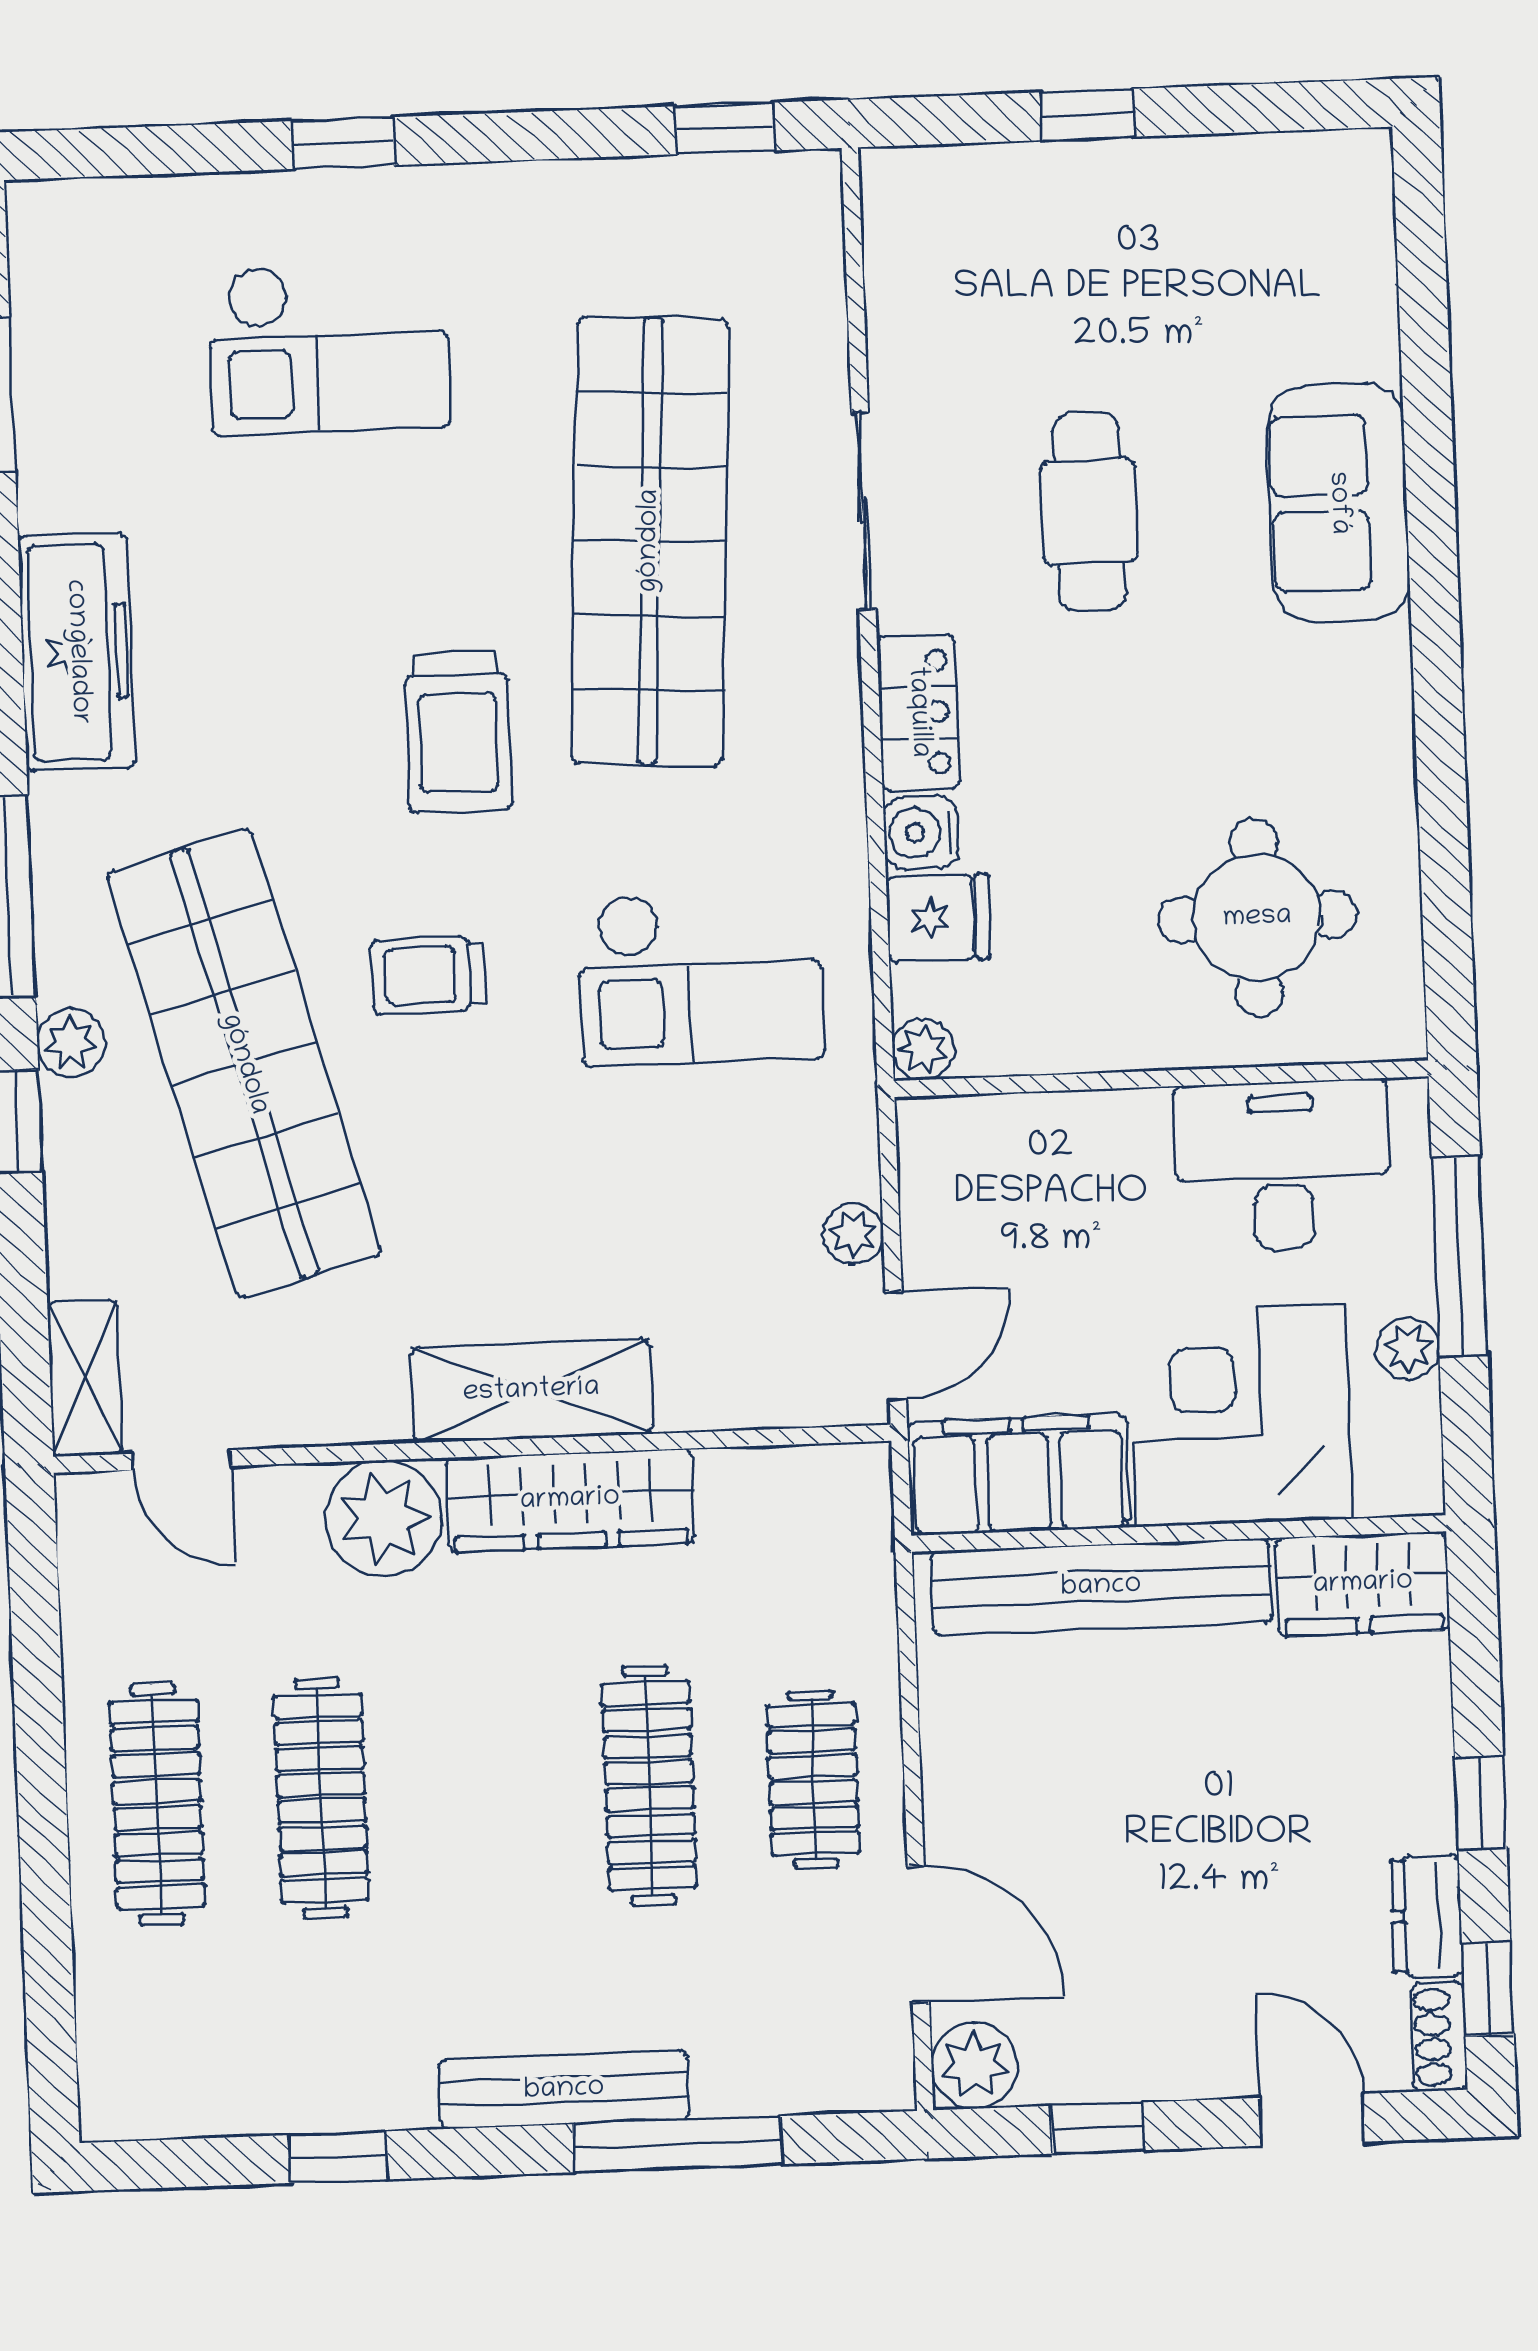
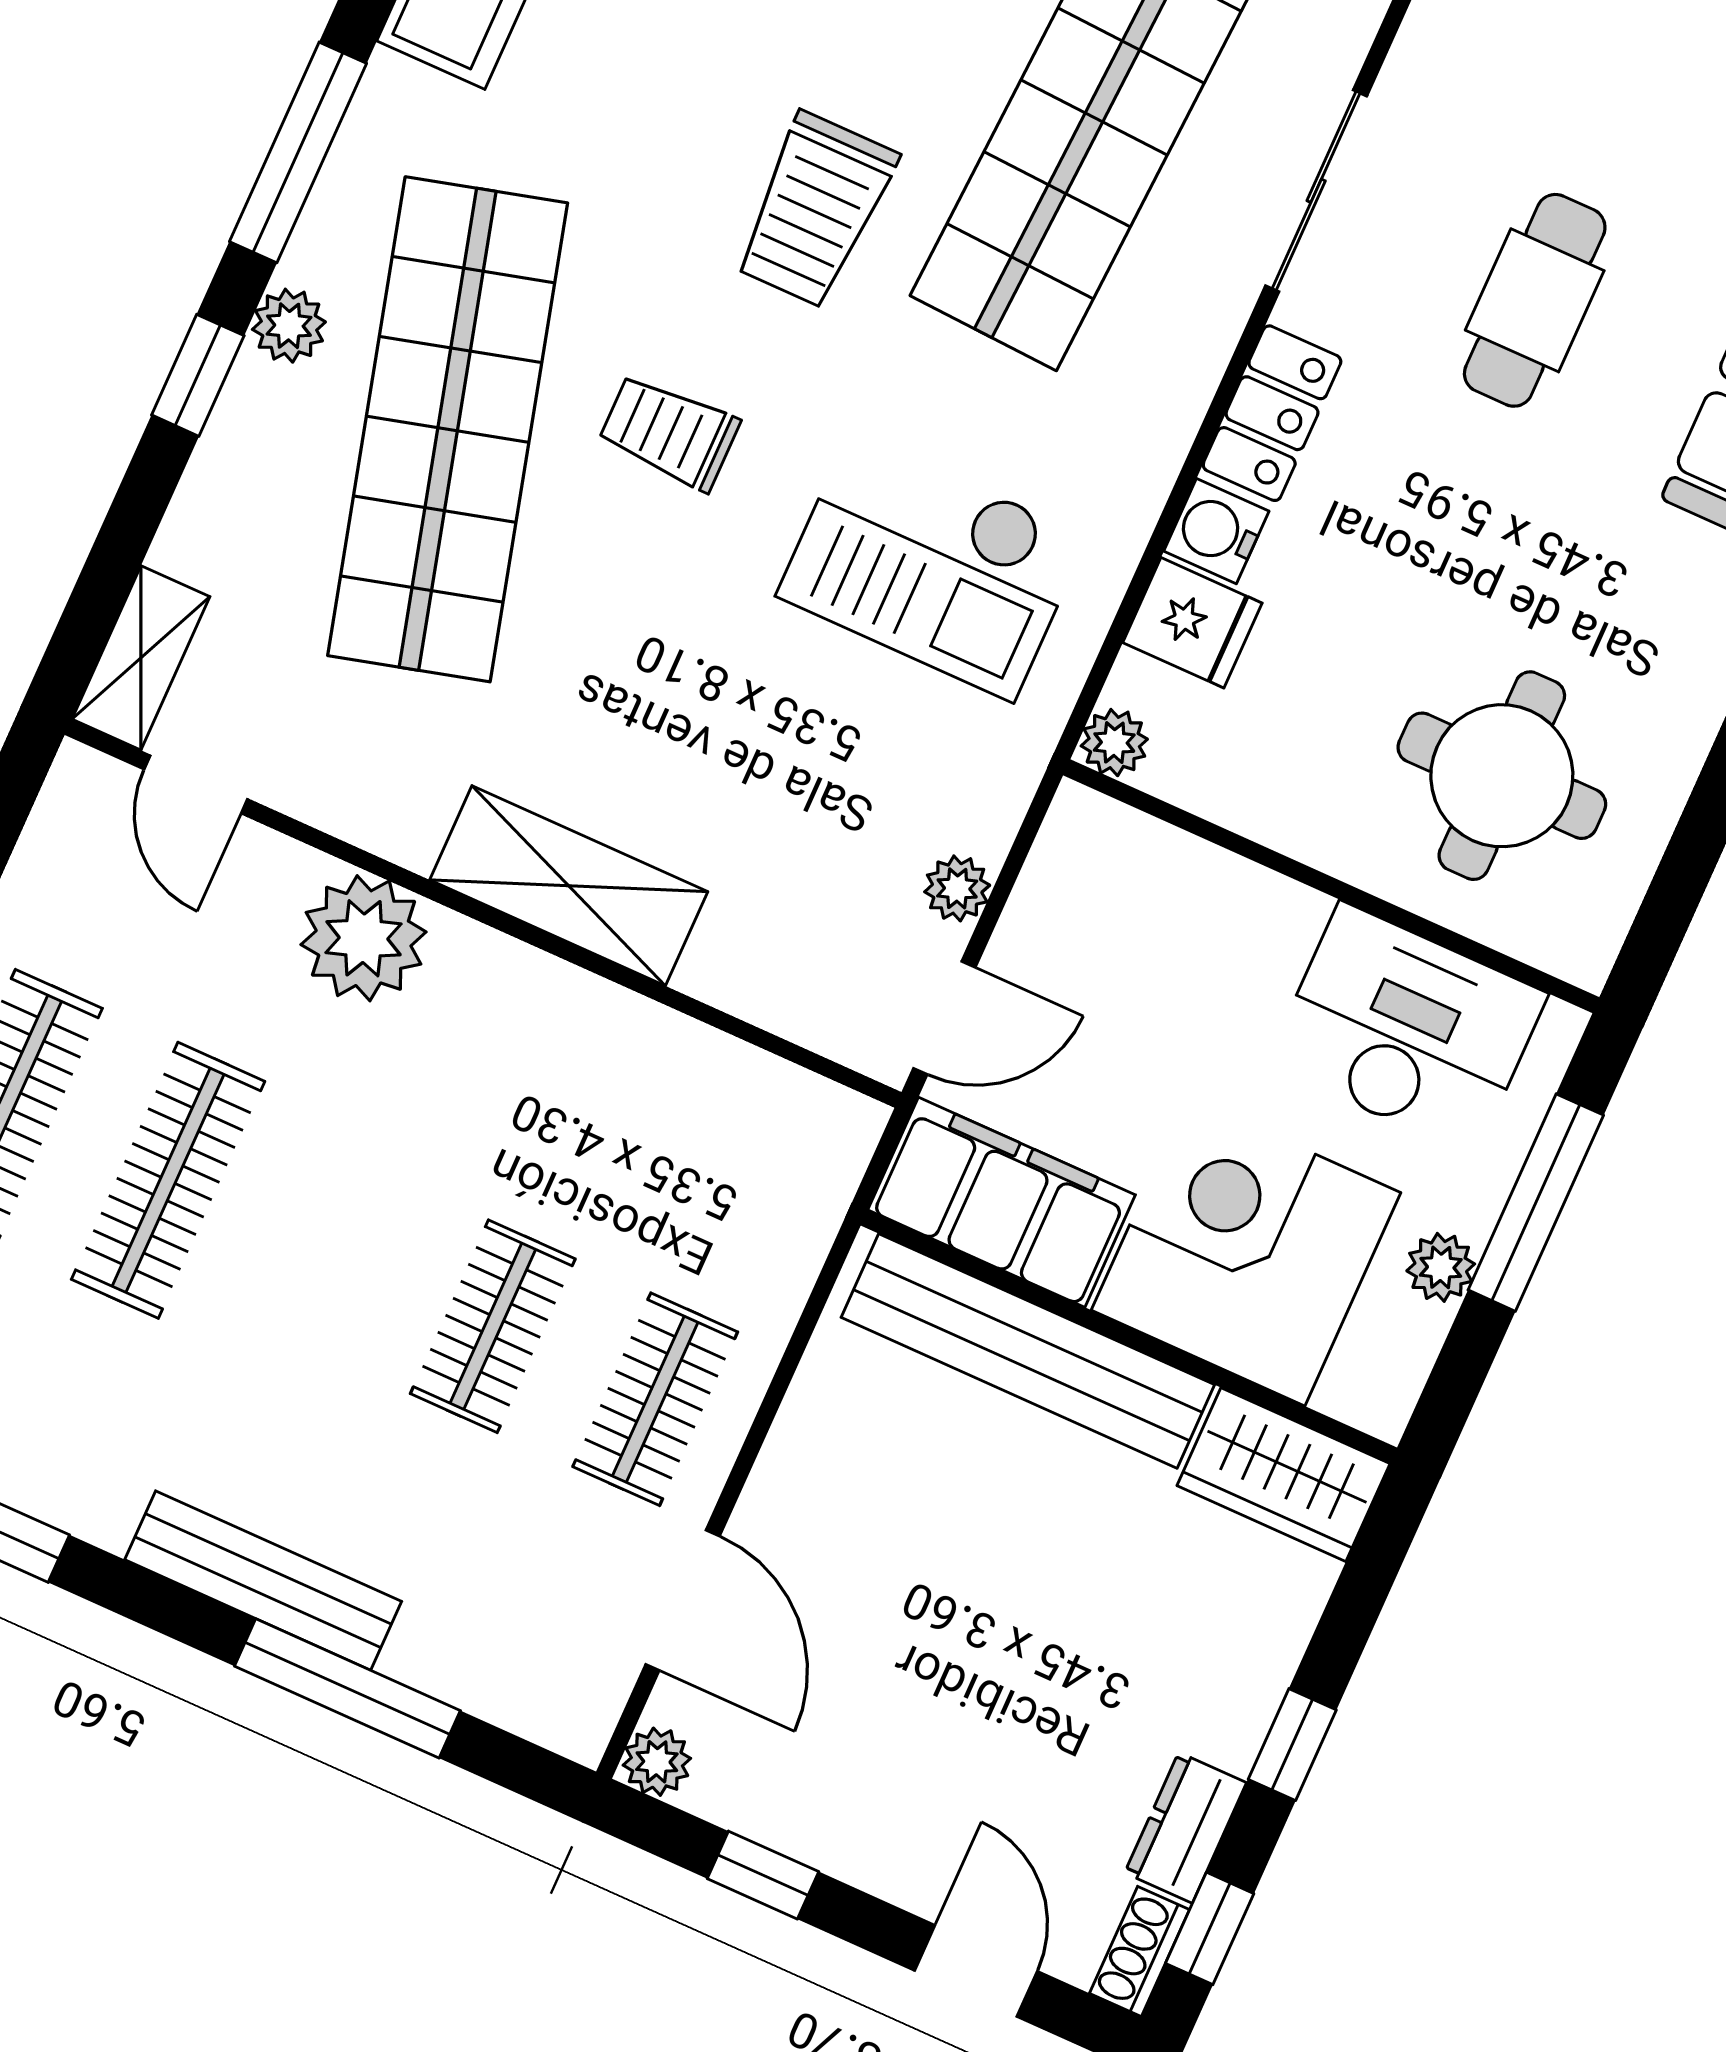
wardrobe: (570, 1500) -> (553, 1011), removed
clothes rail: (649, 1786) -> (493, 1326), width x0.73
plant: (974, 2066) -> (657, 1762), width x0.73, depth x0.73

